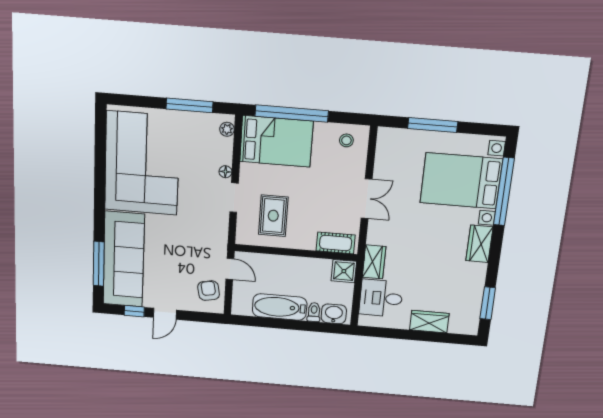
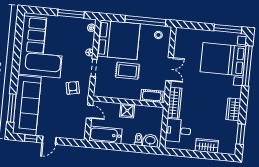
window: (292, 114) -> (145, 21), moved
window: (433, 125) -> (228, 29), moved
bed: (276, 141) -> (119, 40), width x1.36
rug: (273, 216) -> (128, 71), moved, turned 90
wardrobe: (479, 244) -> (233, 109), moved
wardrobe: (374, 262) -> (175, 103), width x1.50
shower: (344, 271) -> (127, 111), moved
armchair: (209, 291) -> (73, 88), moved
bathtub: (280, 307) -> (105, 135), moved

